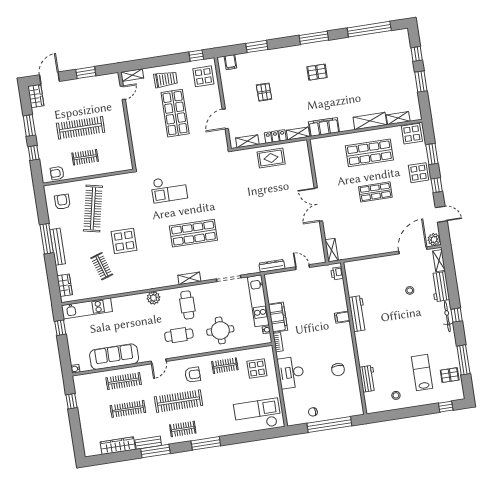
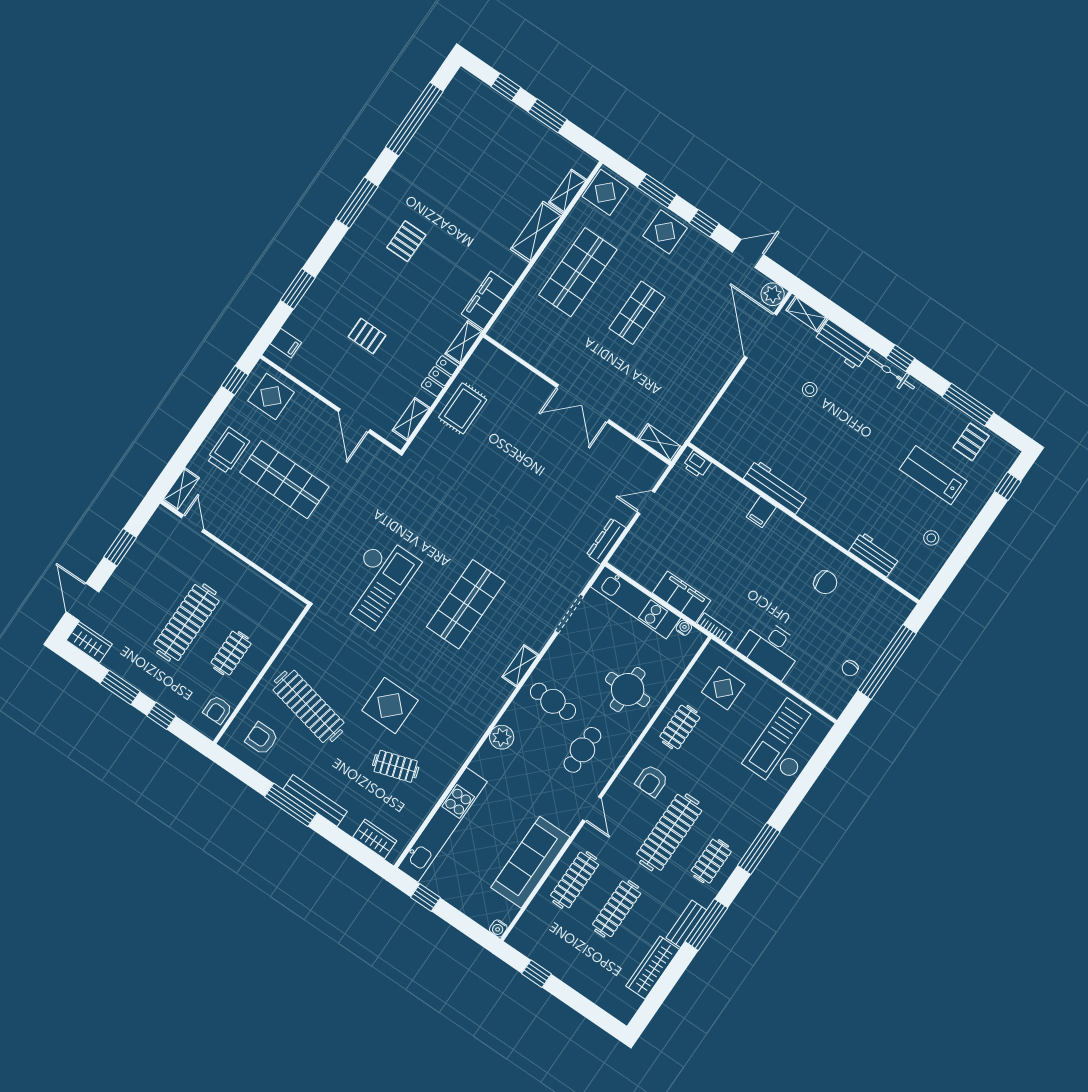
checkout: (169, 189) -> (377, 582), width x1.36, depth x1.21
kitchen unit: (87, 308) -> (442, 825), width x1.36
armchair: (193, 375) -> (652, 781), turned 180

